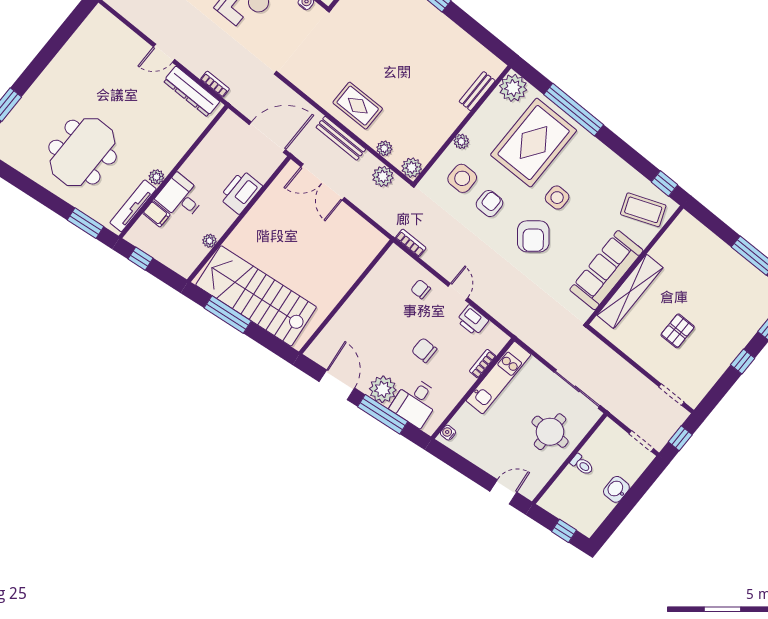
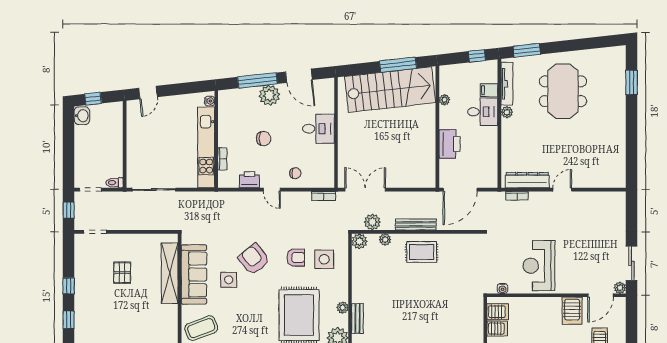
plant: (461, 141) -> (343, 308), moved
double door: (323, 182) -> (365, 190), moved
side table: (557, 198) -> (229, 280), moved
armchair: (489, 204) -> (296, 257), turned -90
kitchen unit: (499, 378) -> (206, 147), width x1.36
desk: (415, 402) -> (318, 129), moved, turned 96
round table: (550, 432) -> (149, 151), removed
toilet: (582, 465) -> (114, 183), moved
washbasin: (616, 489) -> (82, 116), moved

